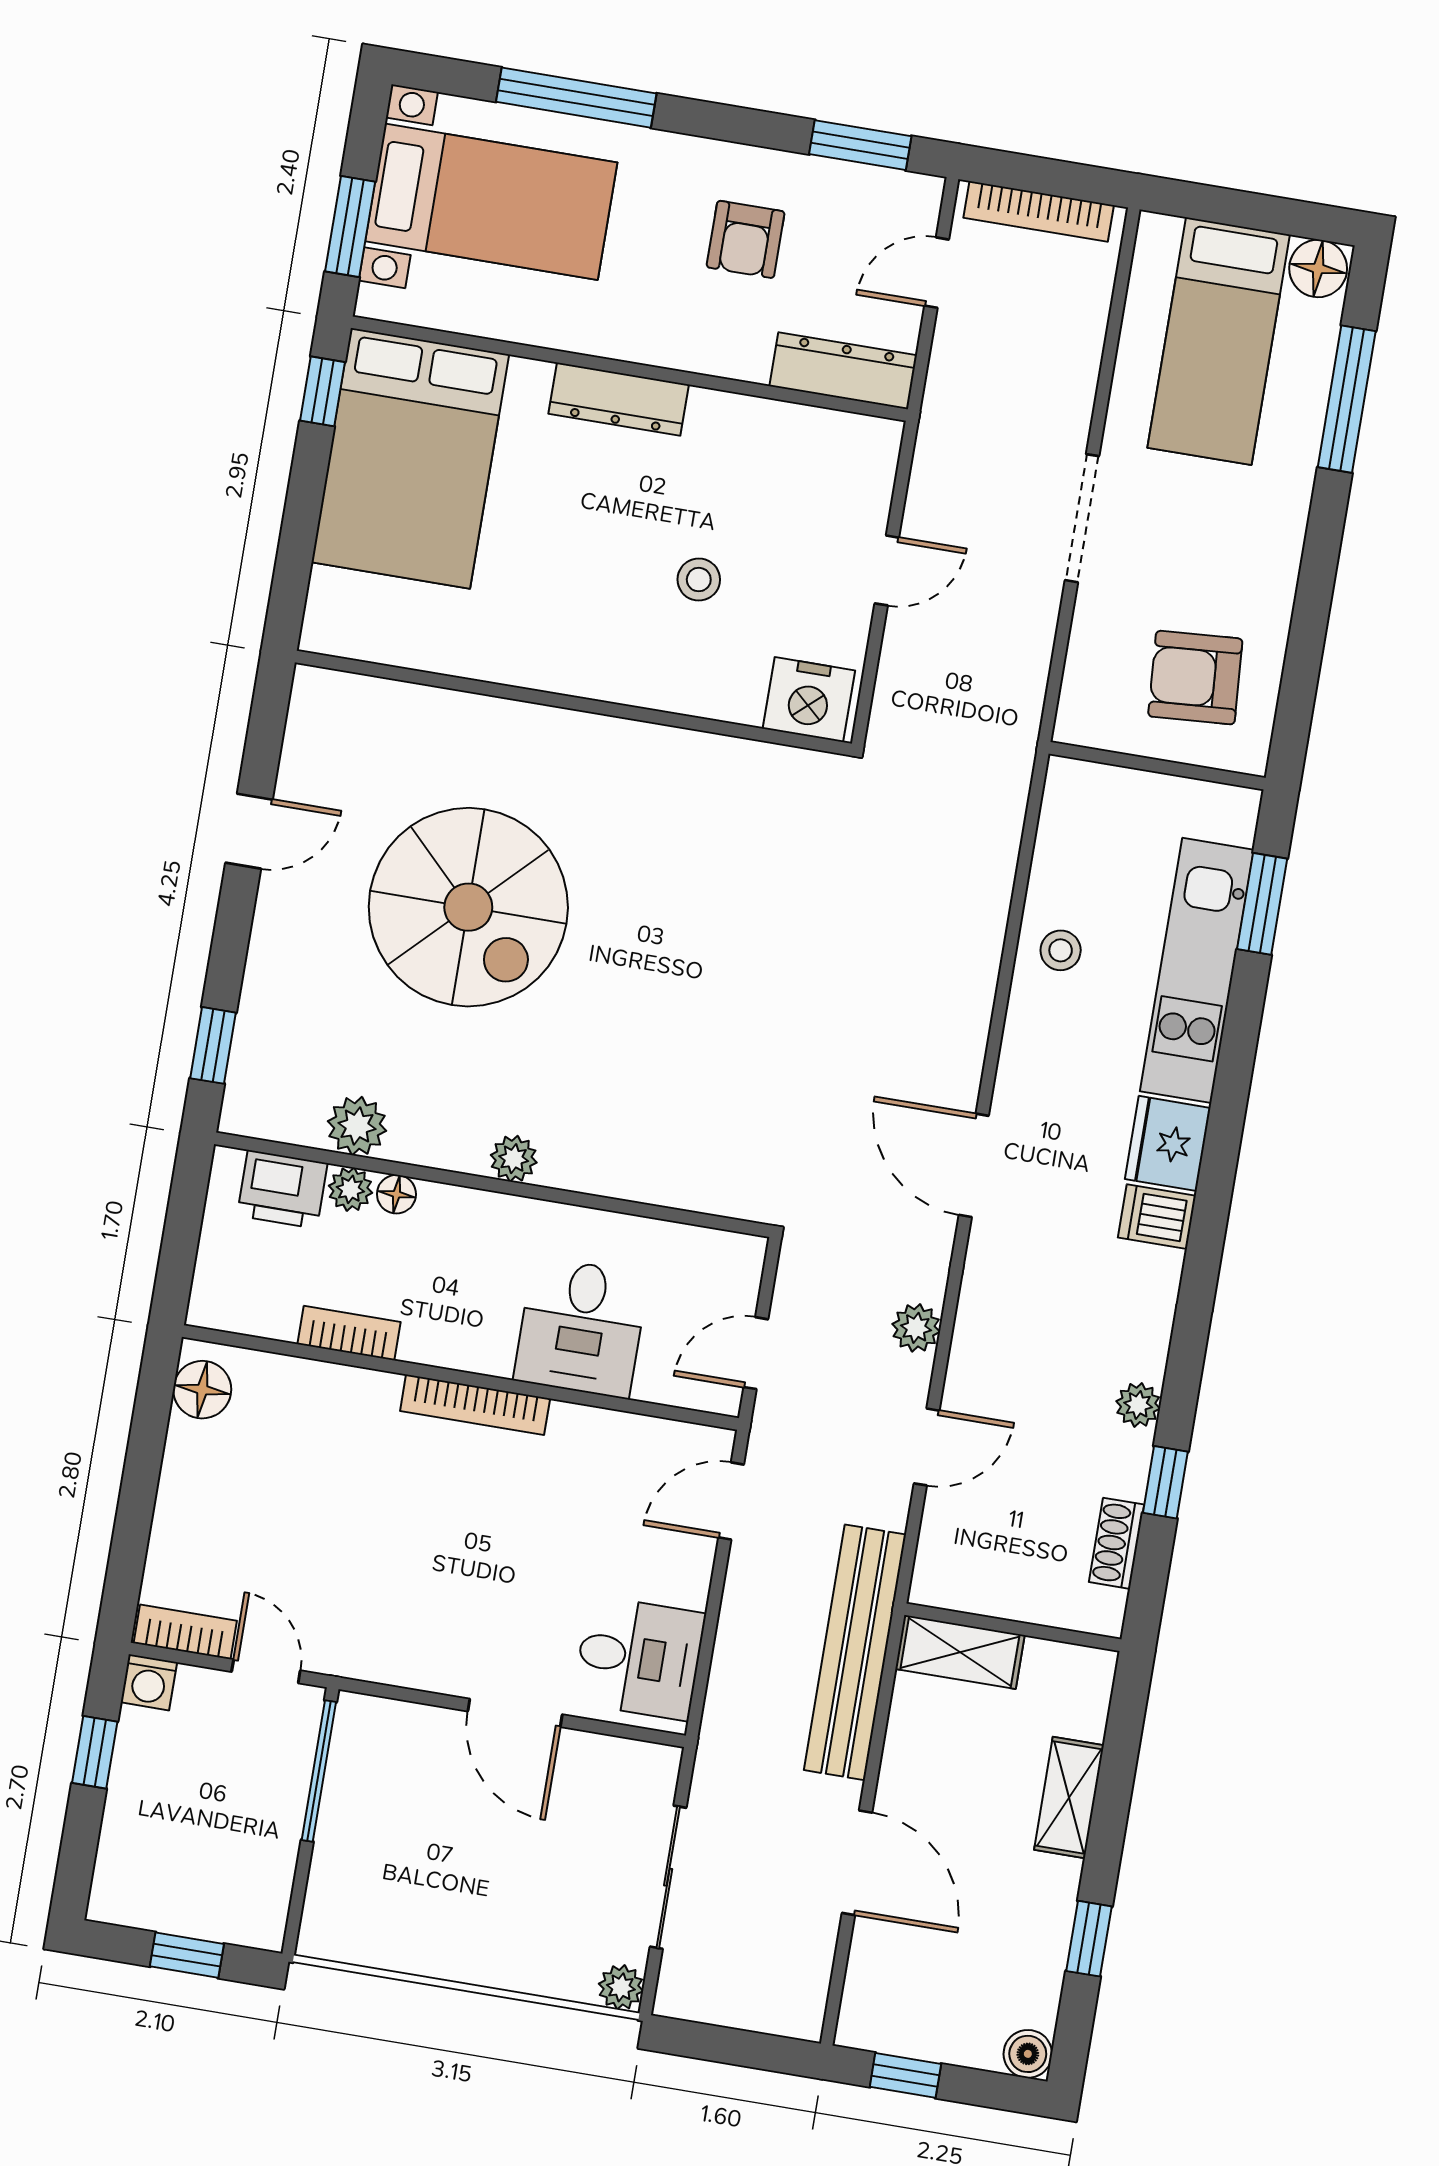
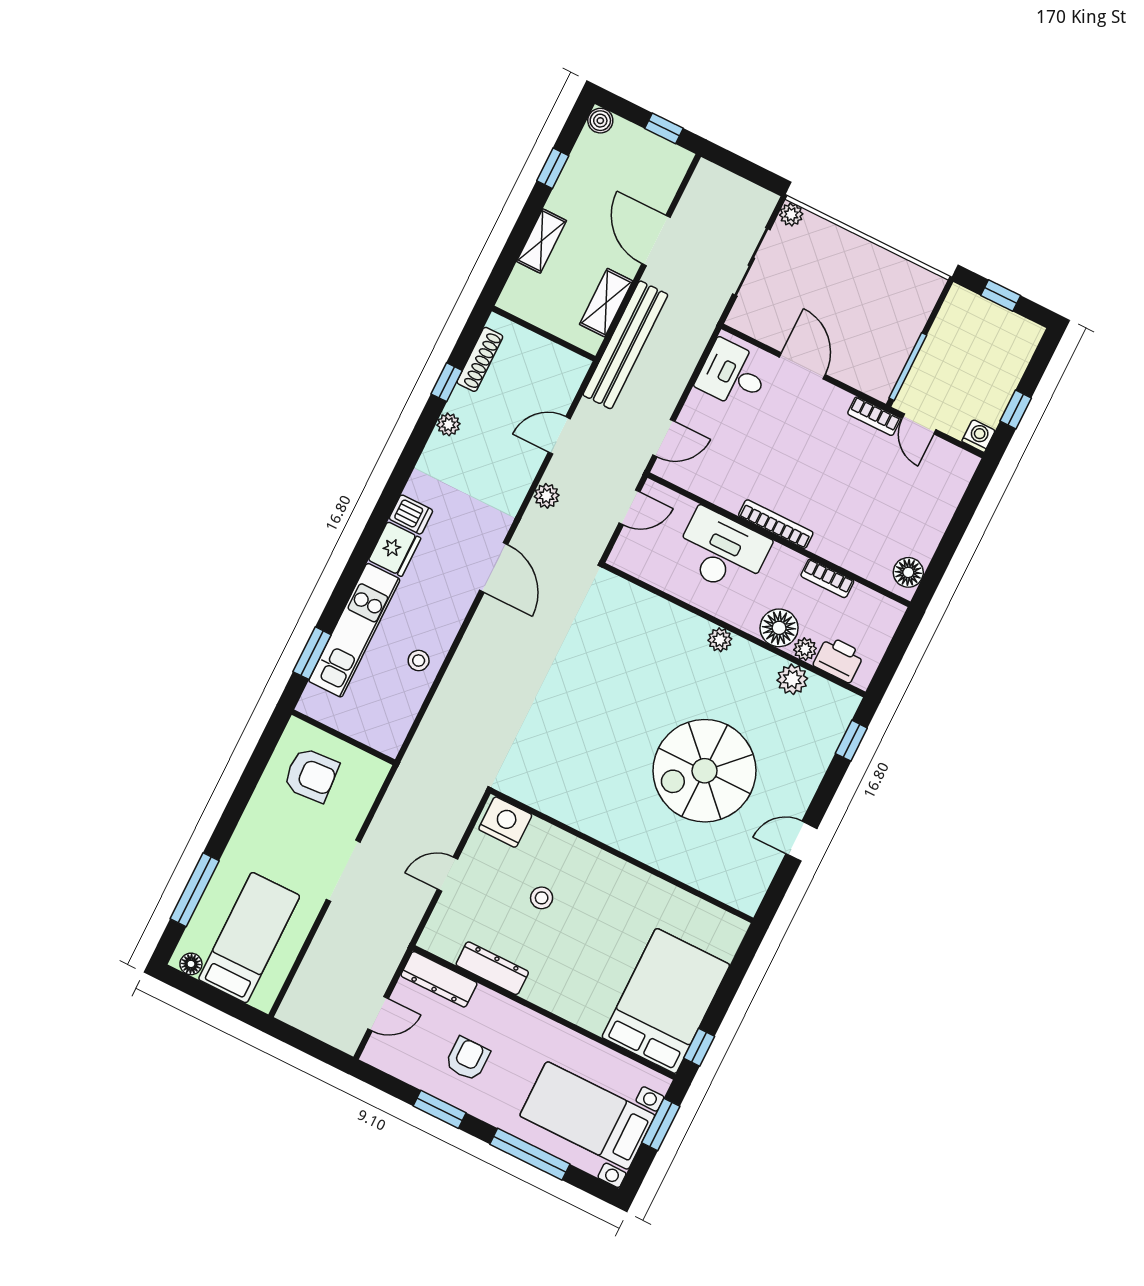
window: (860, 145) -> (440, 1109), moved
bookcase: (1039, 211) -> (319, 1029), removed
floor lamp: (1318, 268) -> (191, 964), width x0.73, depth x0.73
dresser: (619, 399) -> (492, 968), moved
spiral stairs: (468, 907) -> (705, 771), turned -90
floor lamp: (396, 1194) -> (779, 628), width x1.89, depth x1.89
desk: (581, 1327) -> (722, 551), width x1.37
shoe rack: (1117, 1543) -> (480, 359), width x1.43
bookcase: (185, 1632) -> (874, 416), moved
shelving: (960, 1652) -> (606, 303), moved, turned 90

